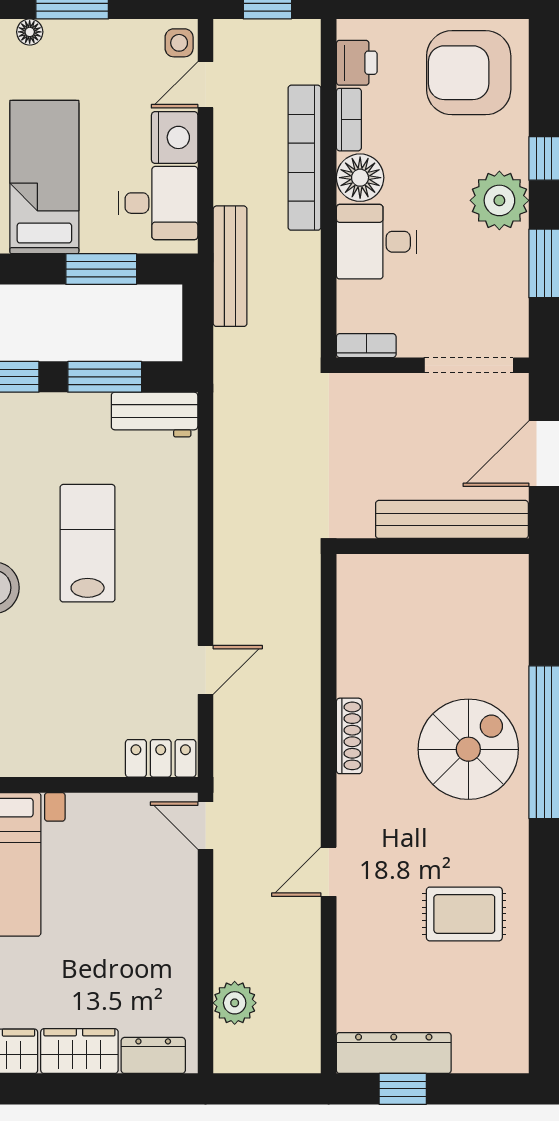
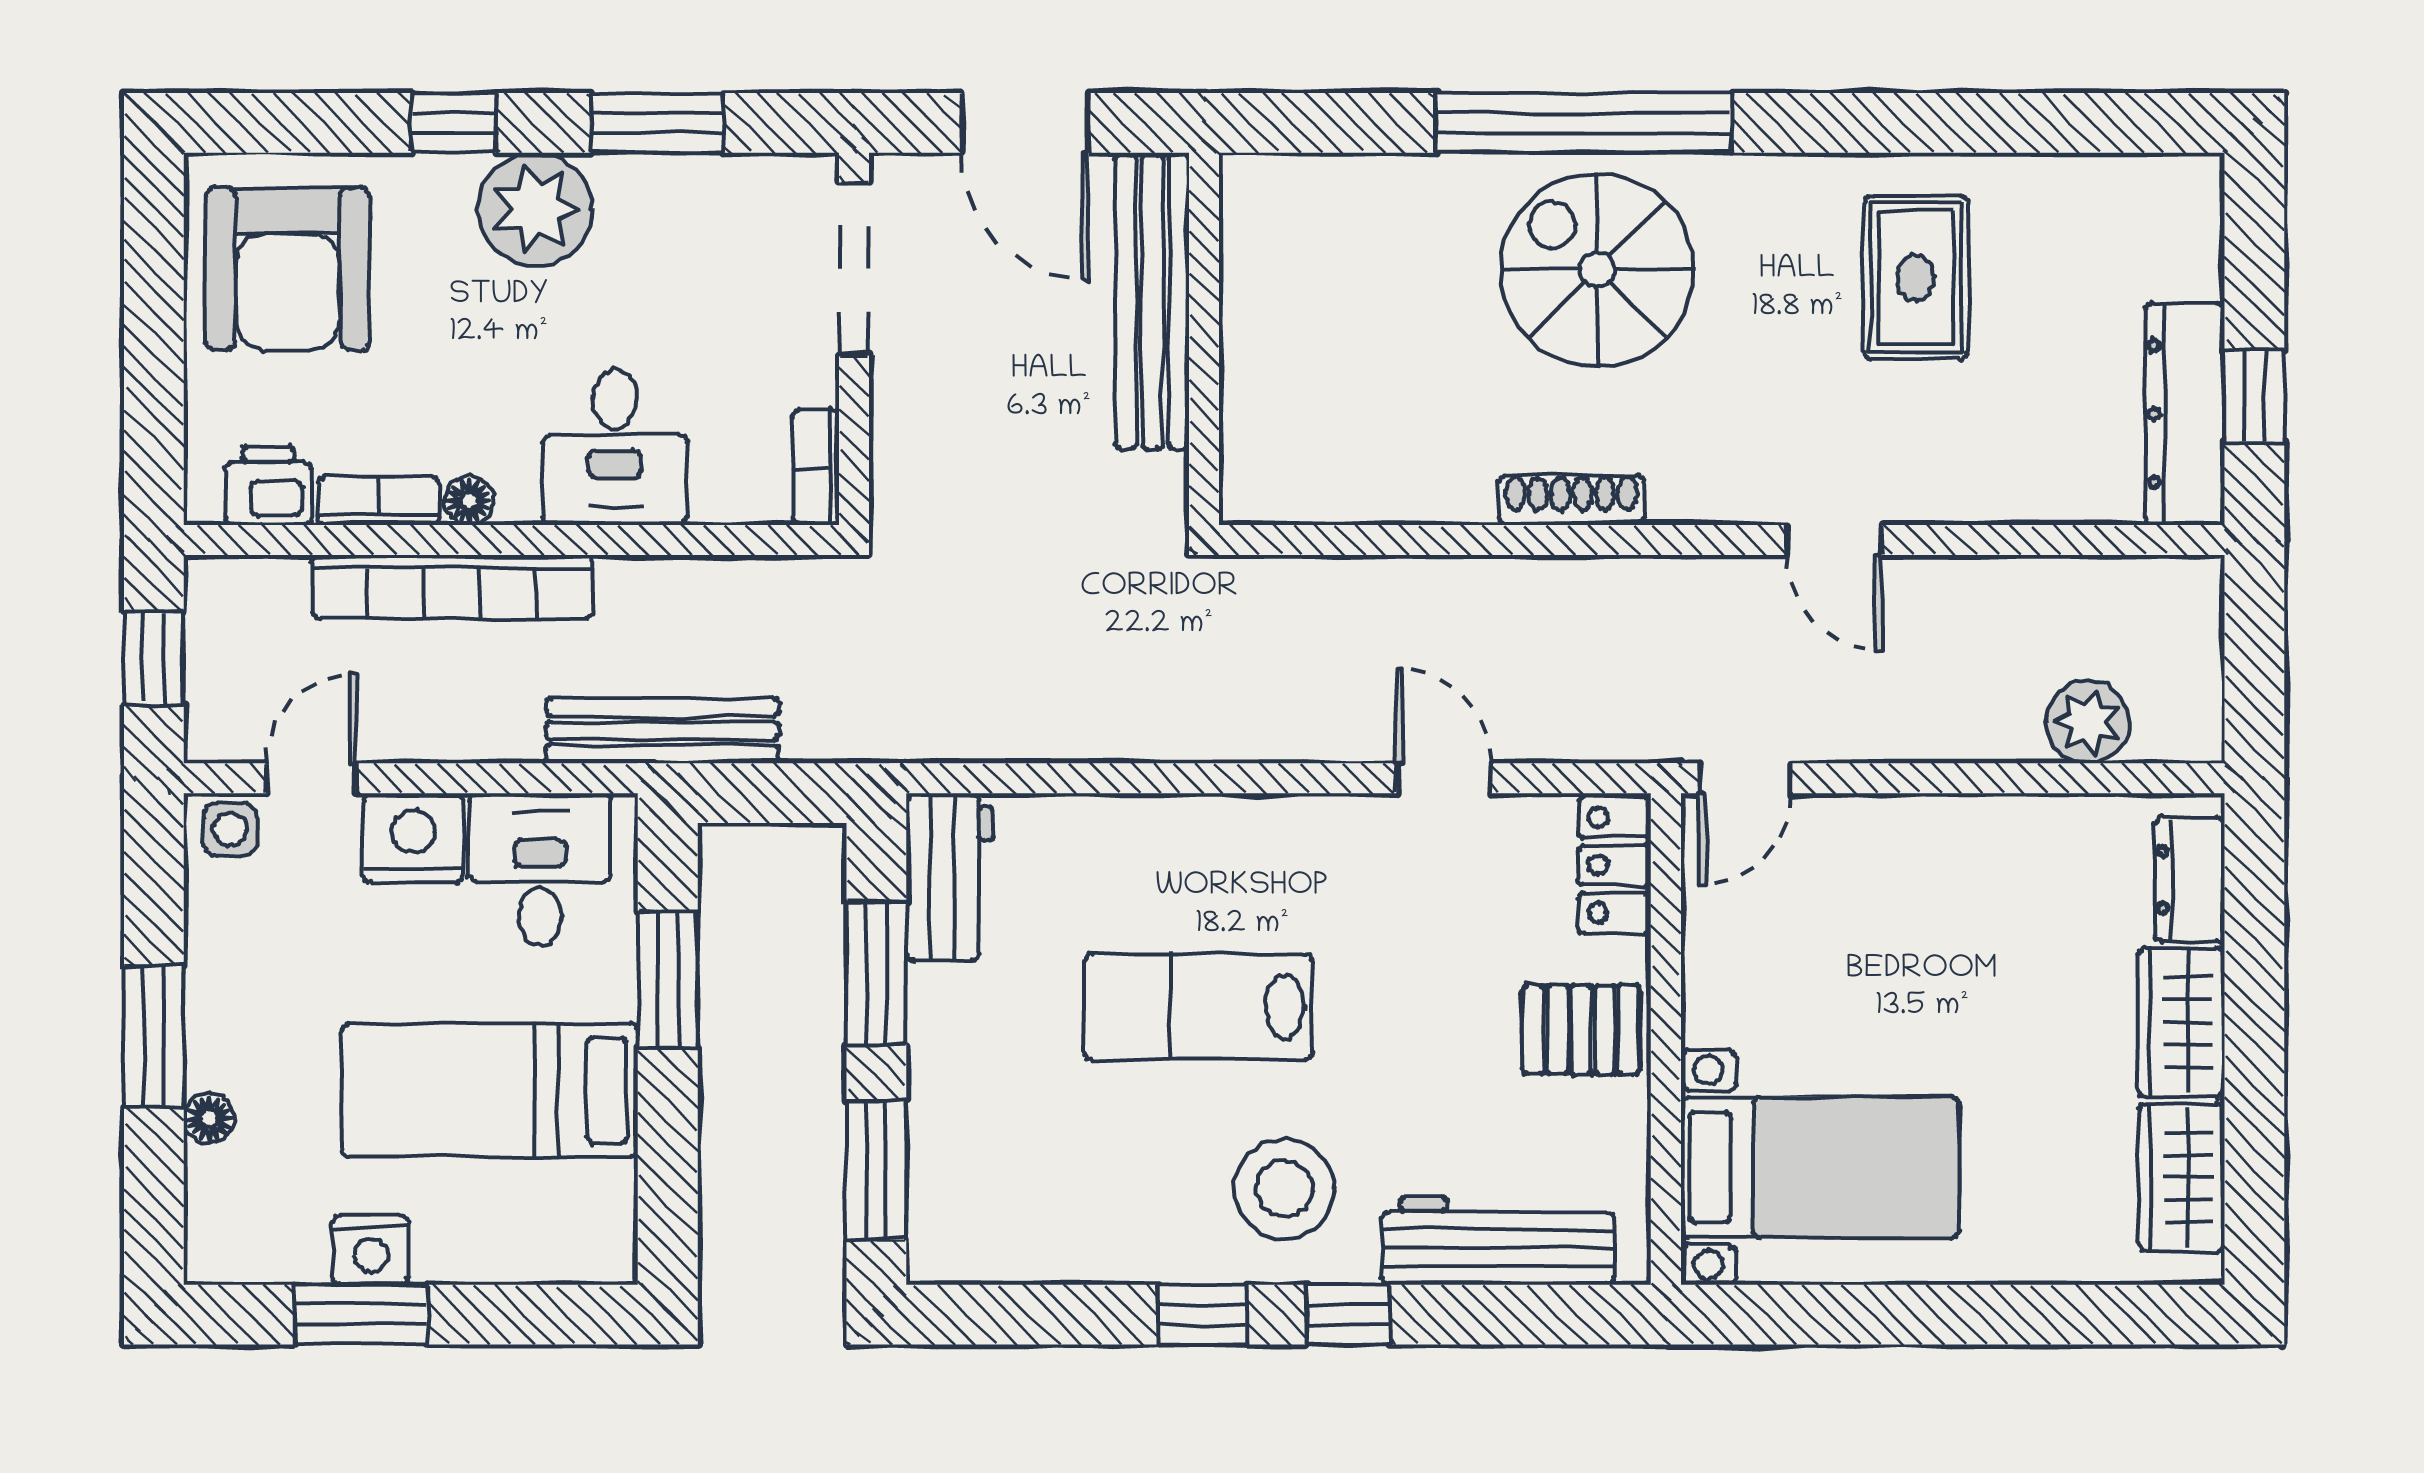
door: (205, 85) -> (311, 778), swing flipped
floor lamp: (360, 178) -> (469, 501), width x0.53, depth x0.53
pallet: (76, 741) -> (1581, 1030), added

